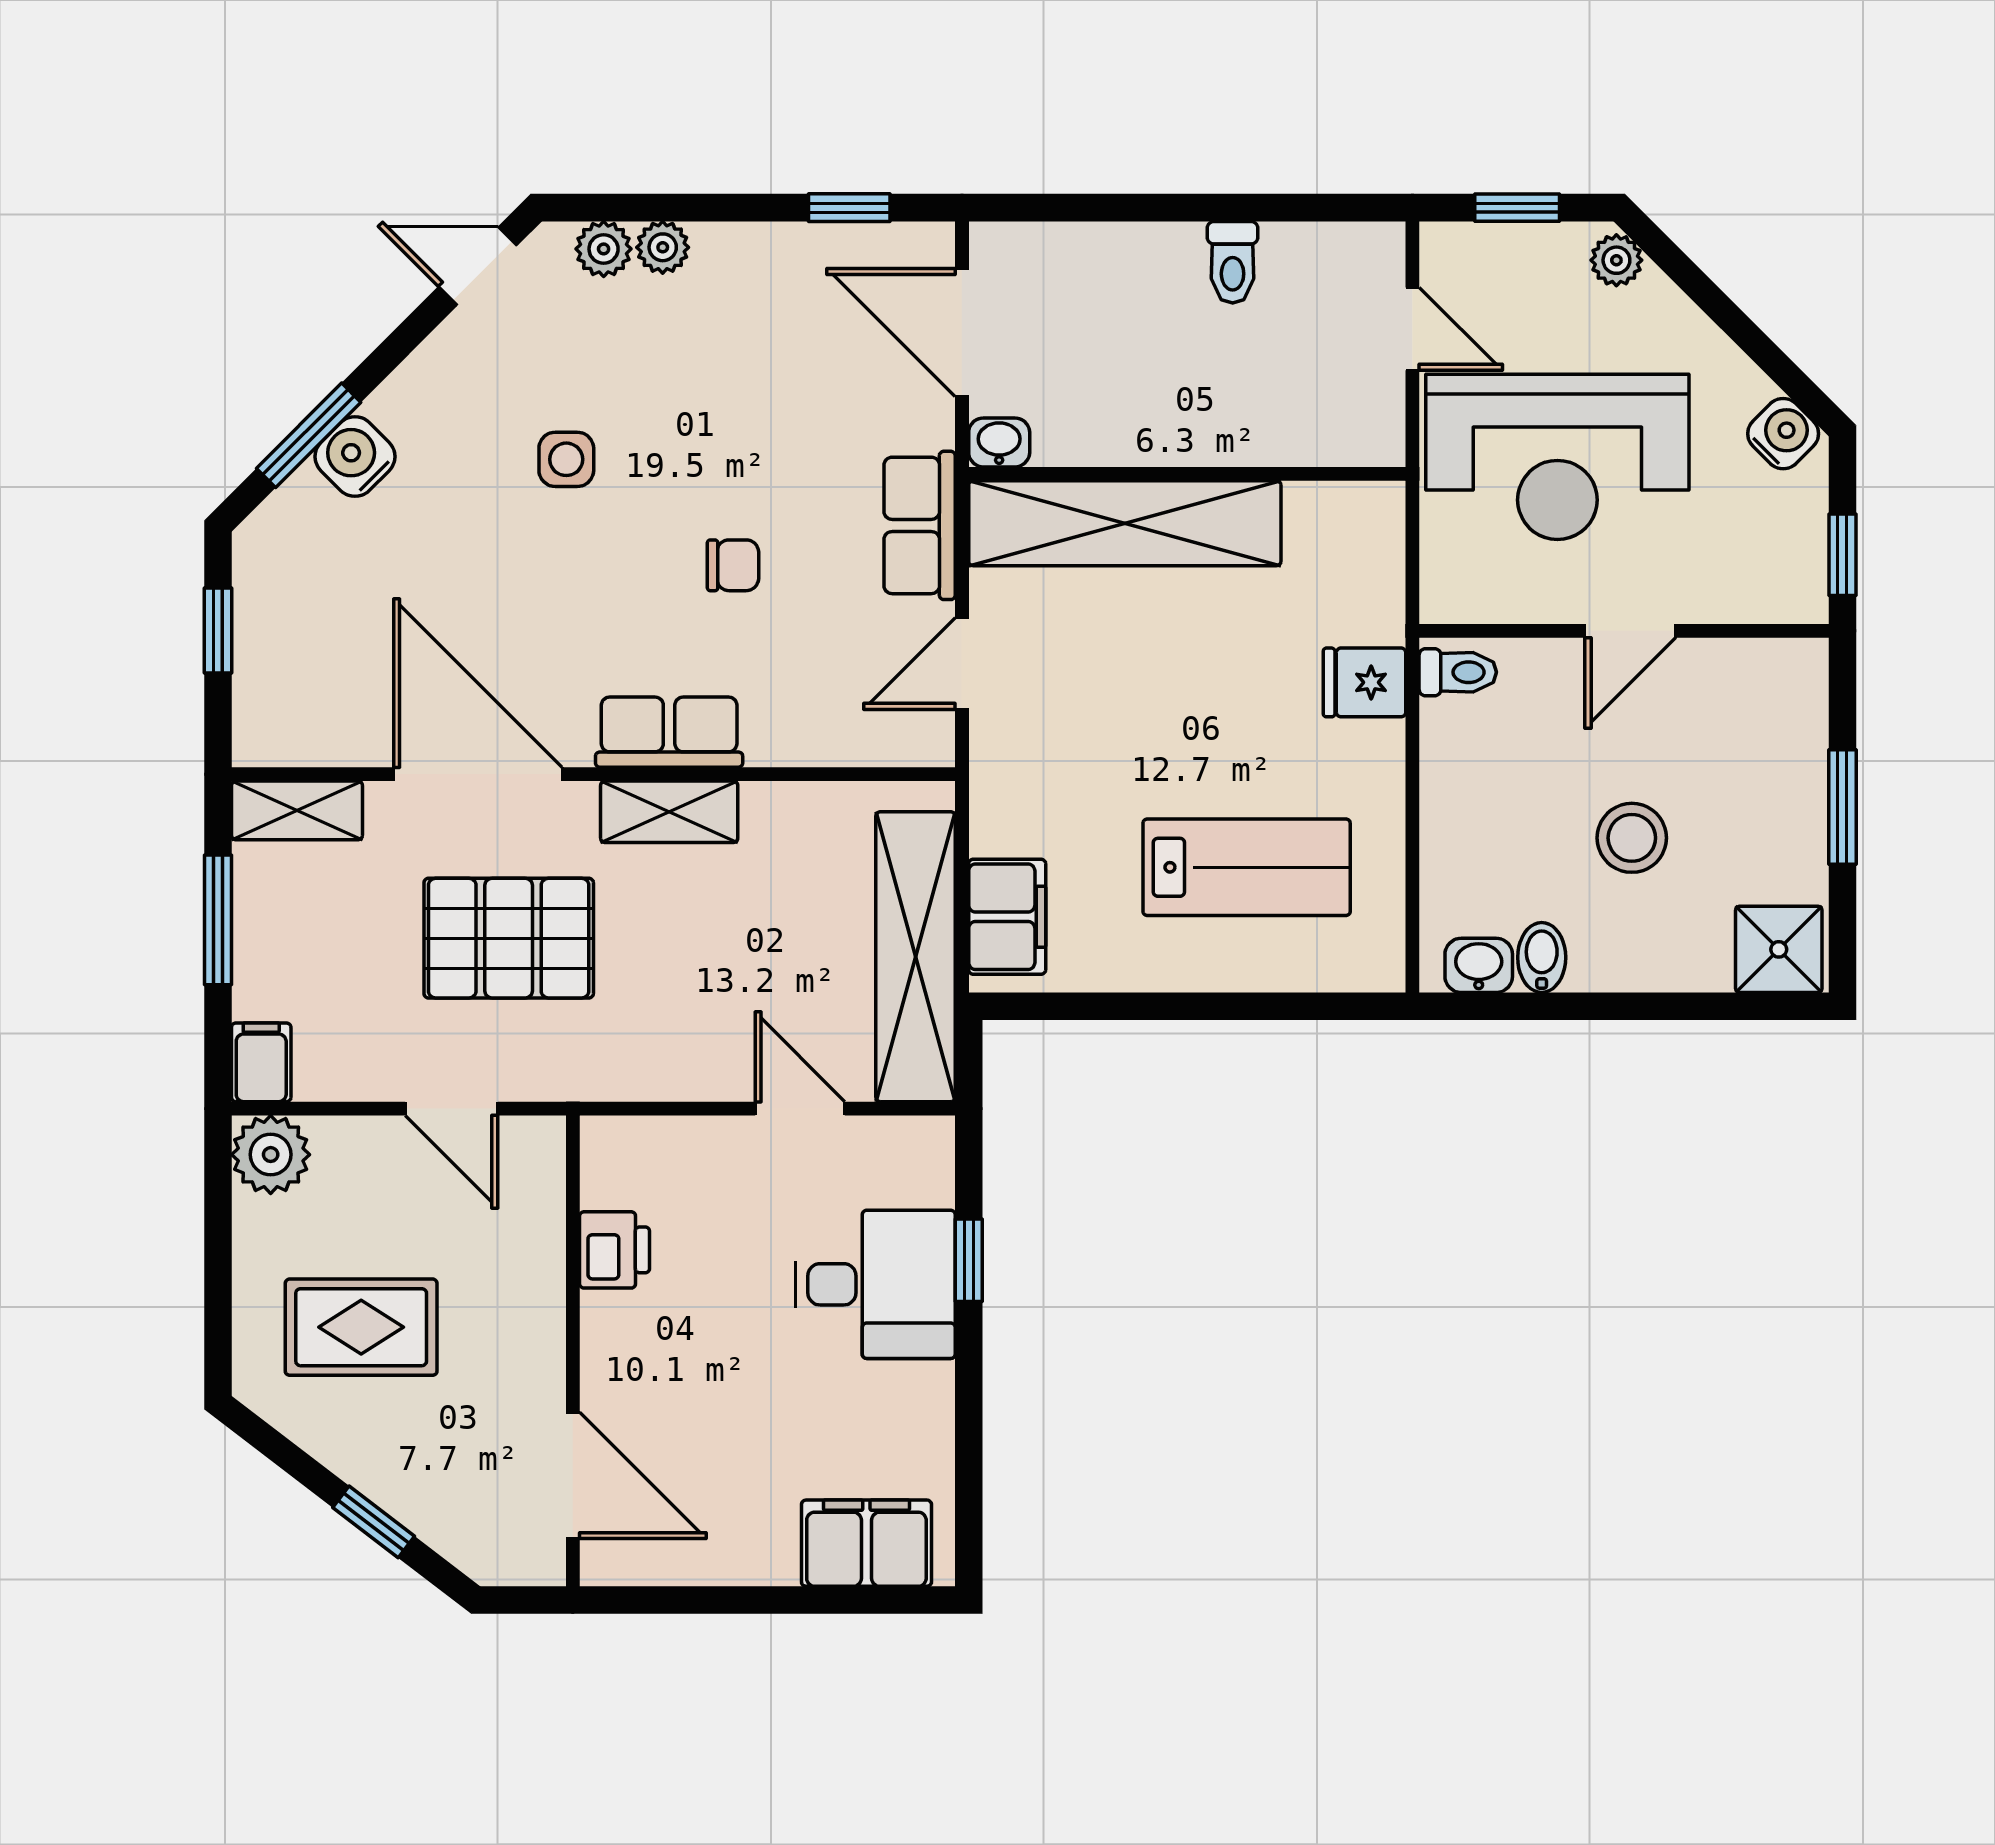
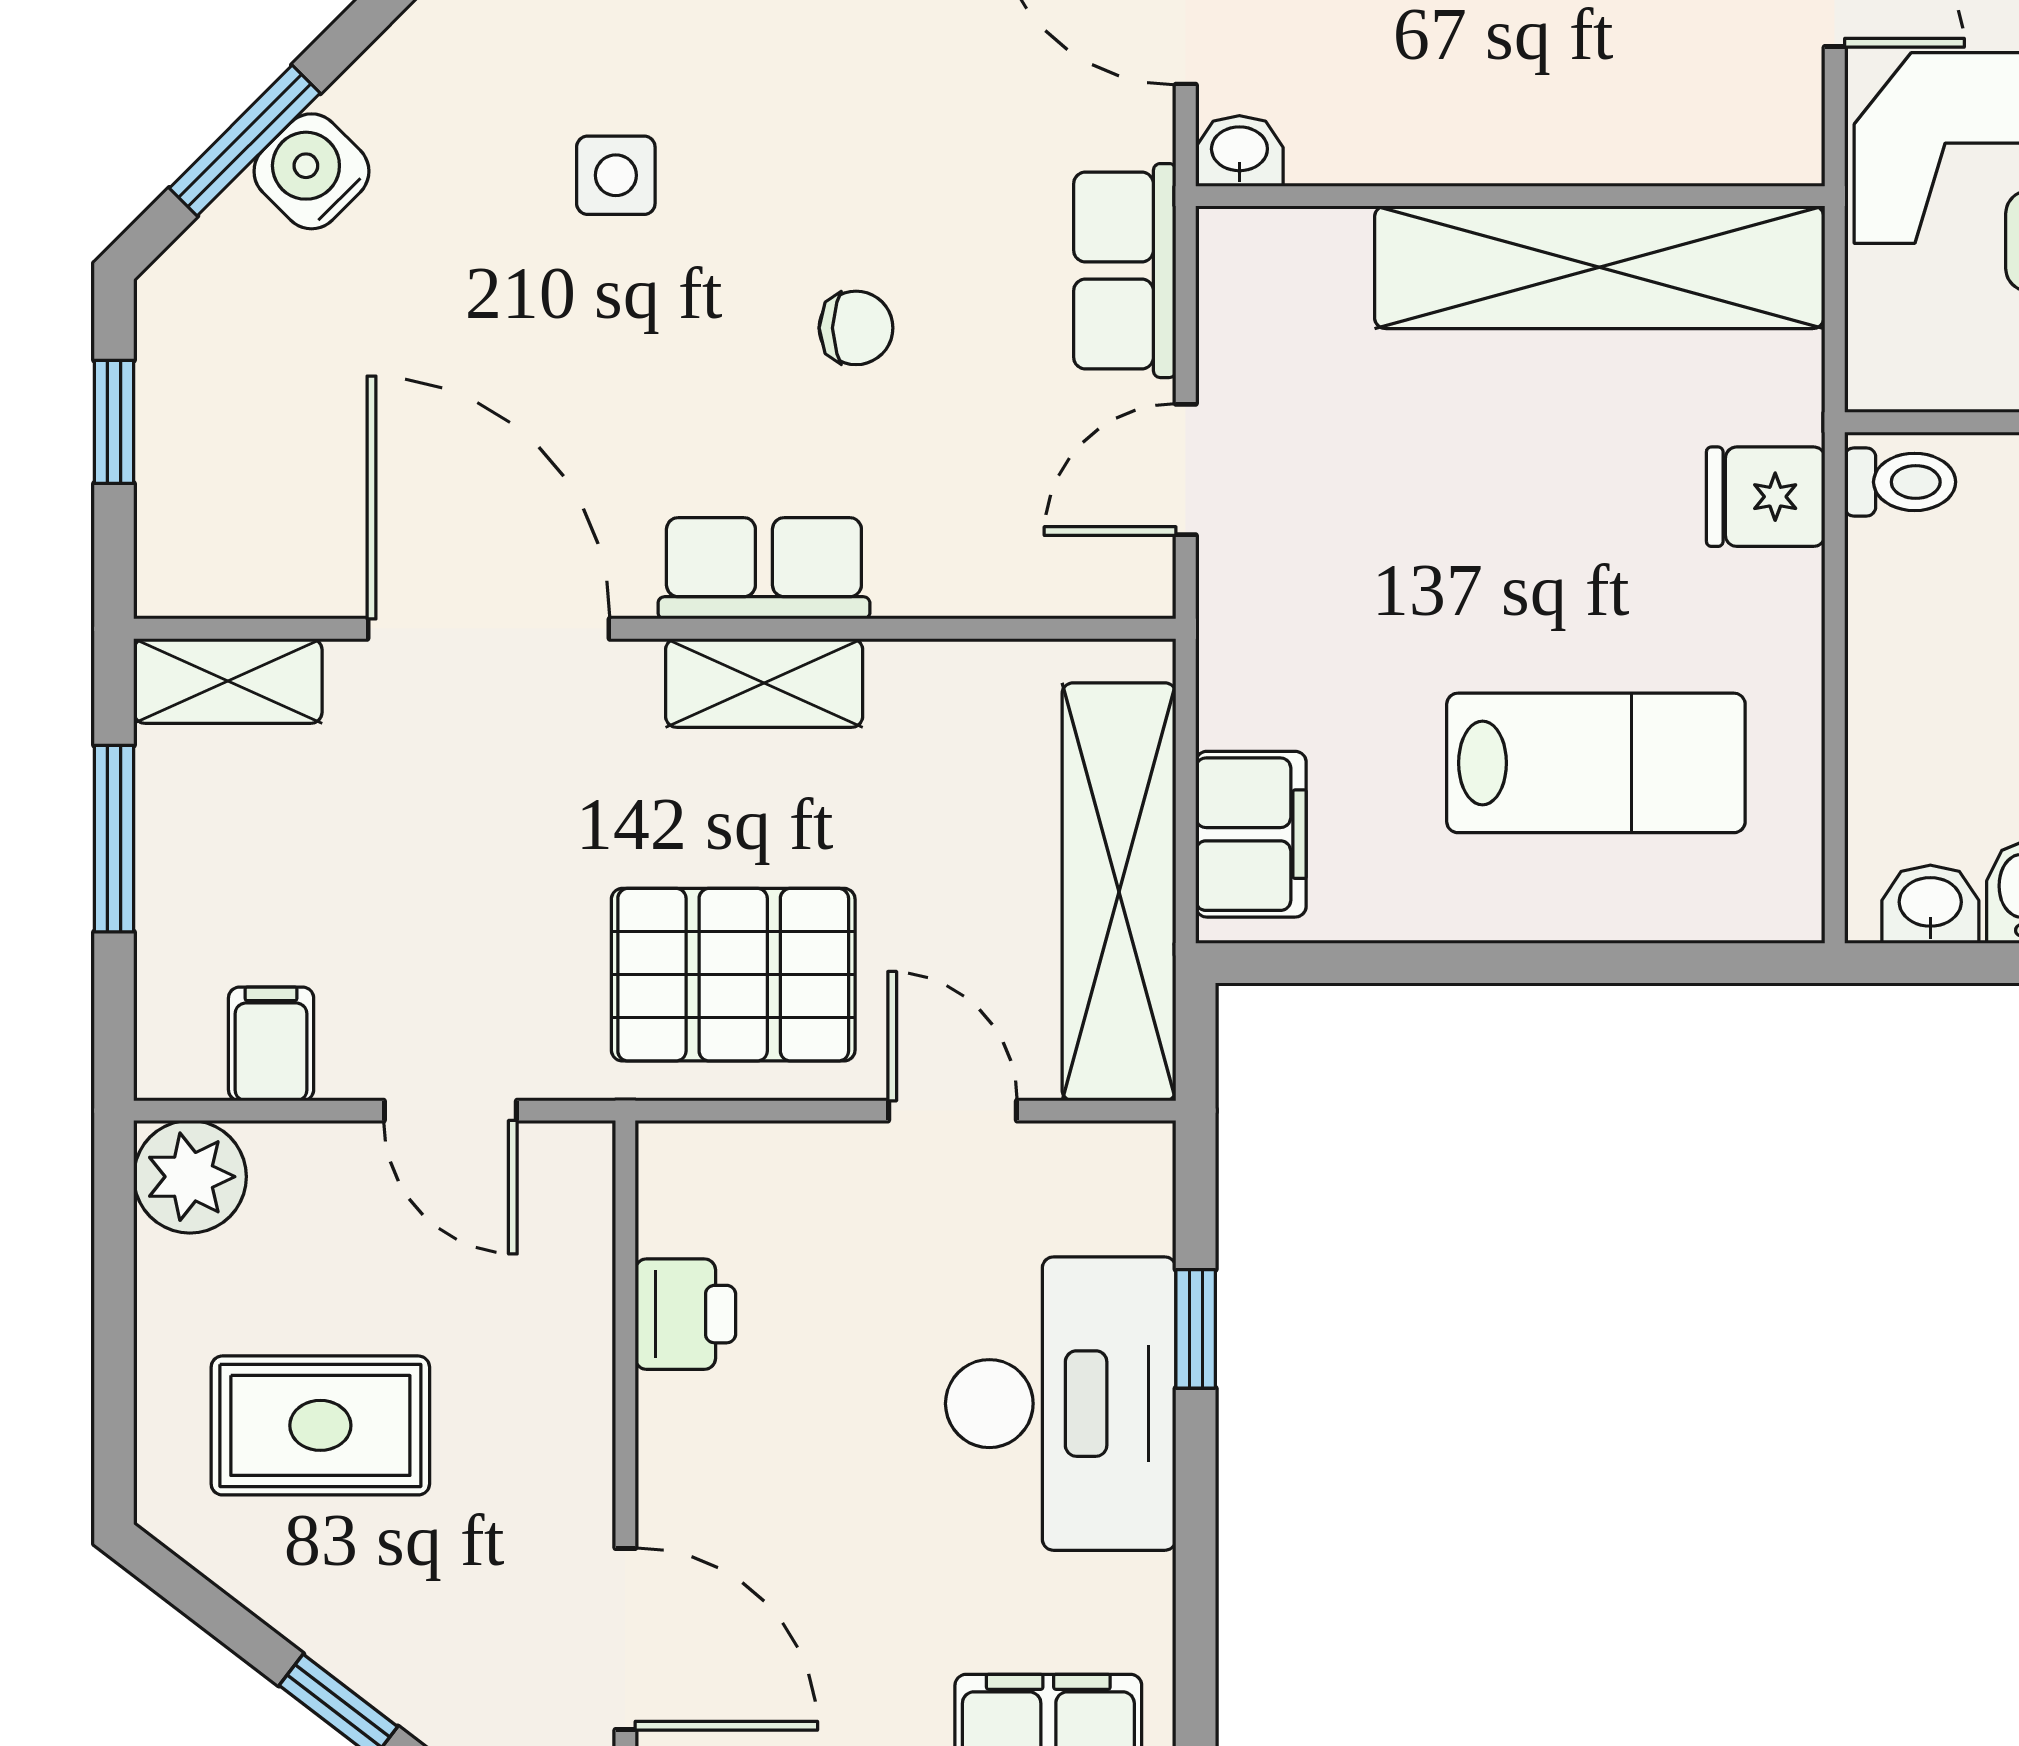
shelving: (1125, 523) -> (1599, 267), moved
pallet: (509, 938) -> (733, 975), moved
filing cabinet: (261, 1062) -> (271, 1044), moved
desk: (875, 1284) -> (1061, 1404), width x1.37

